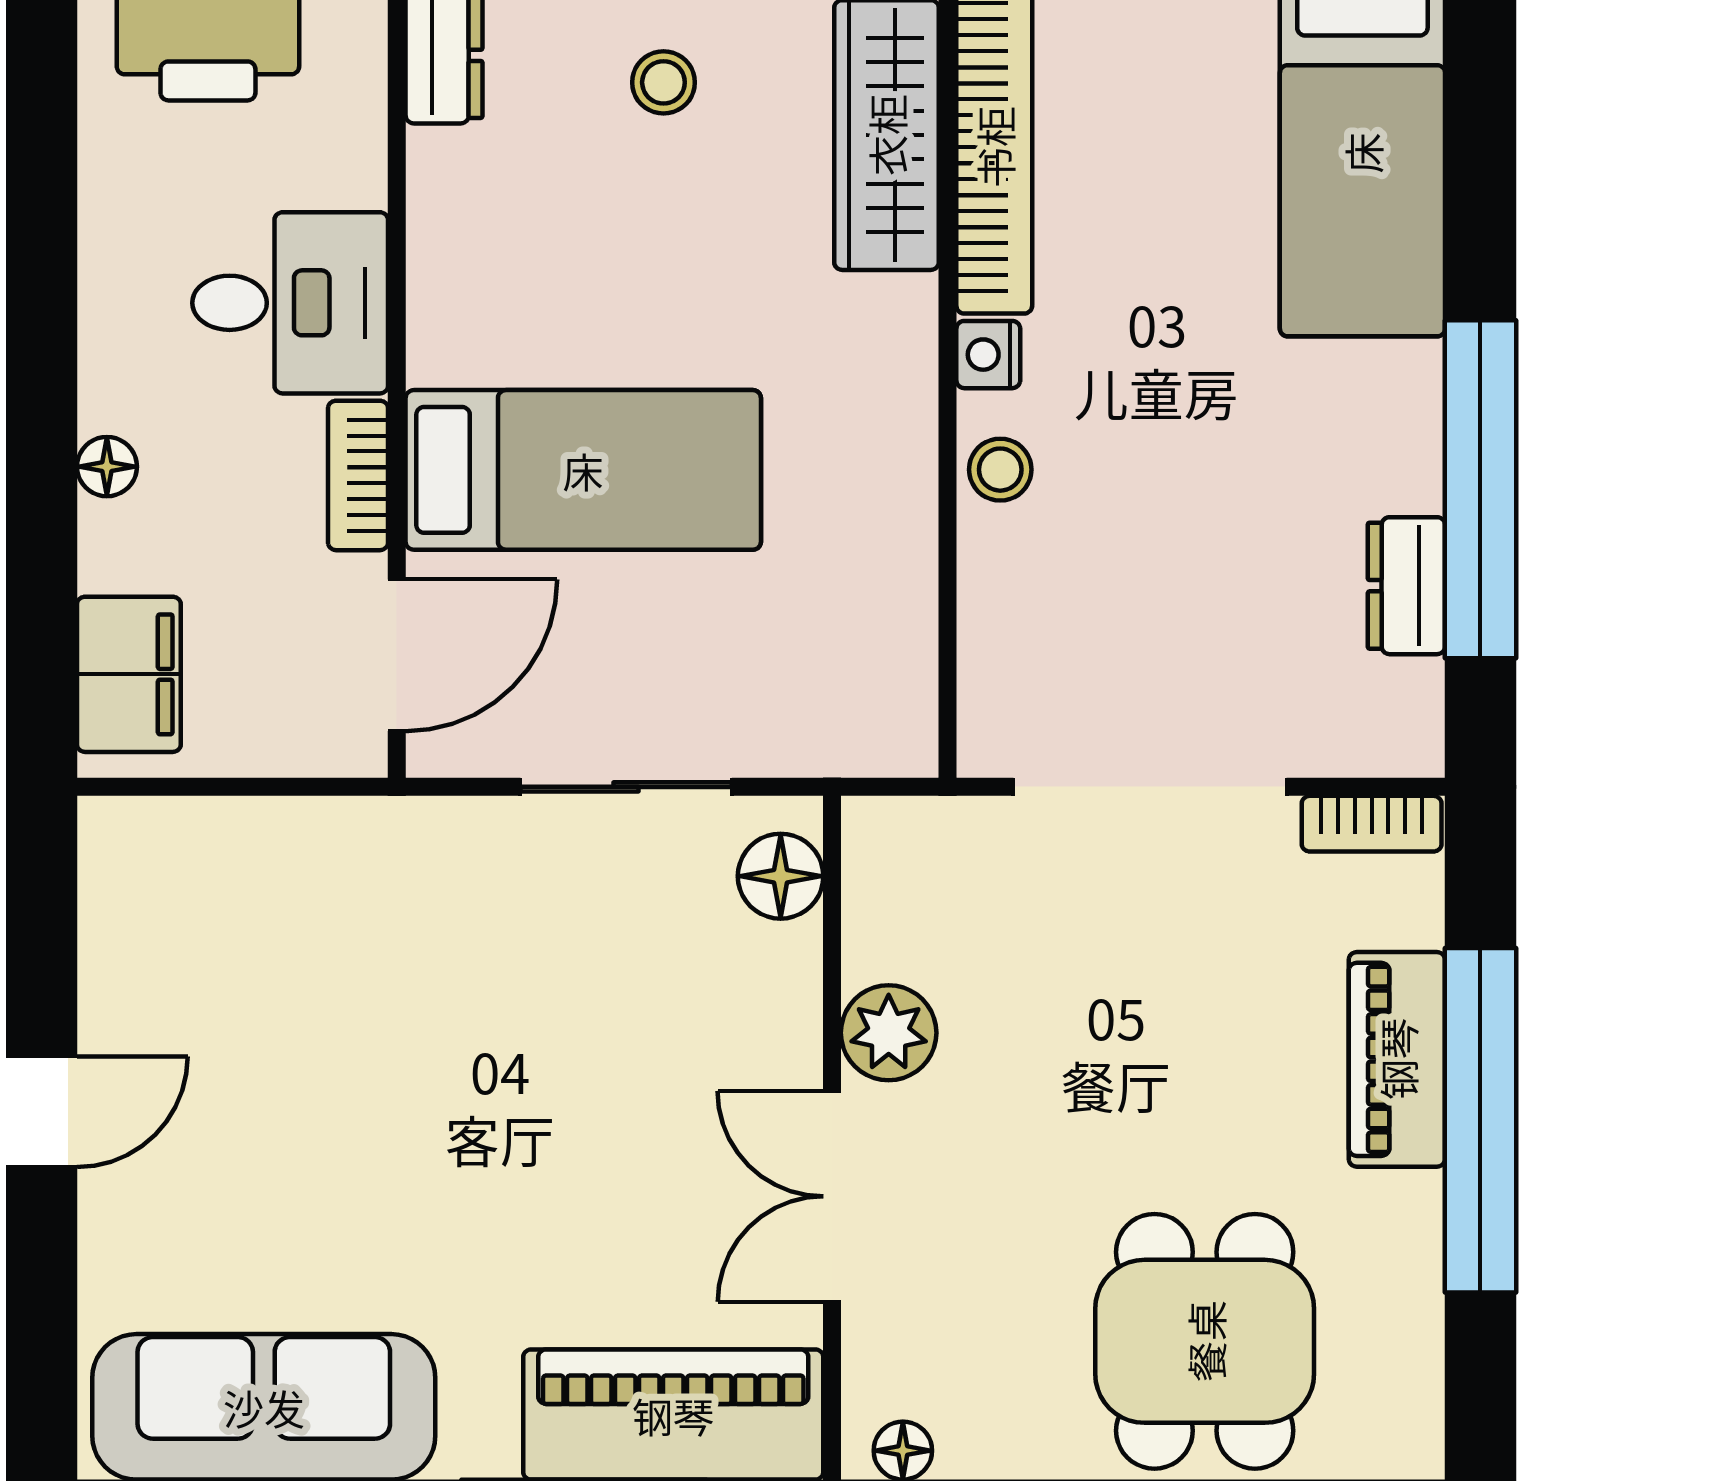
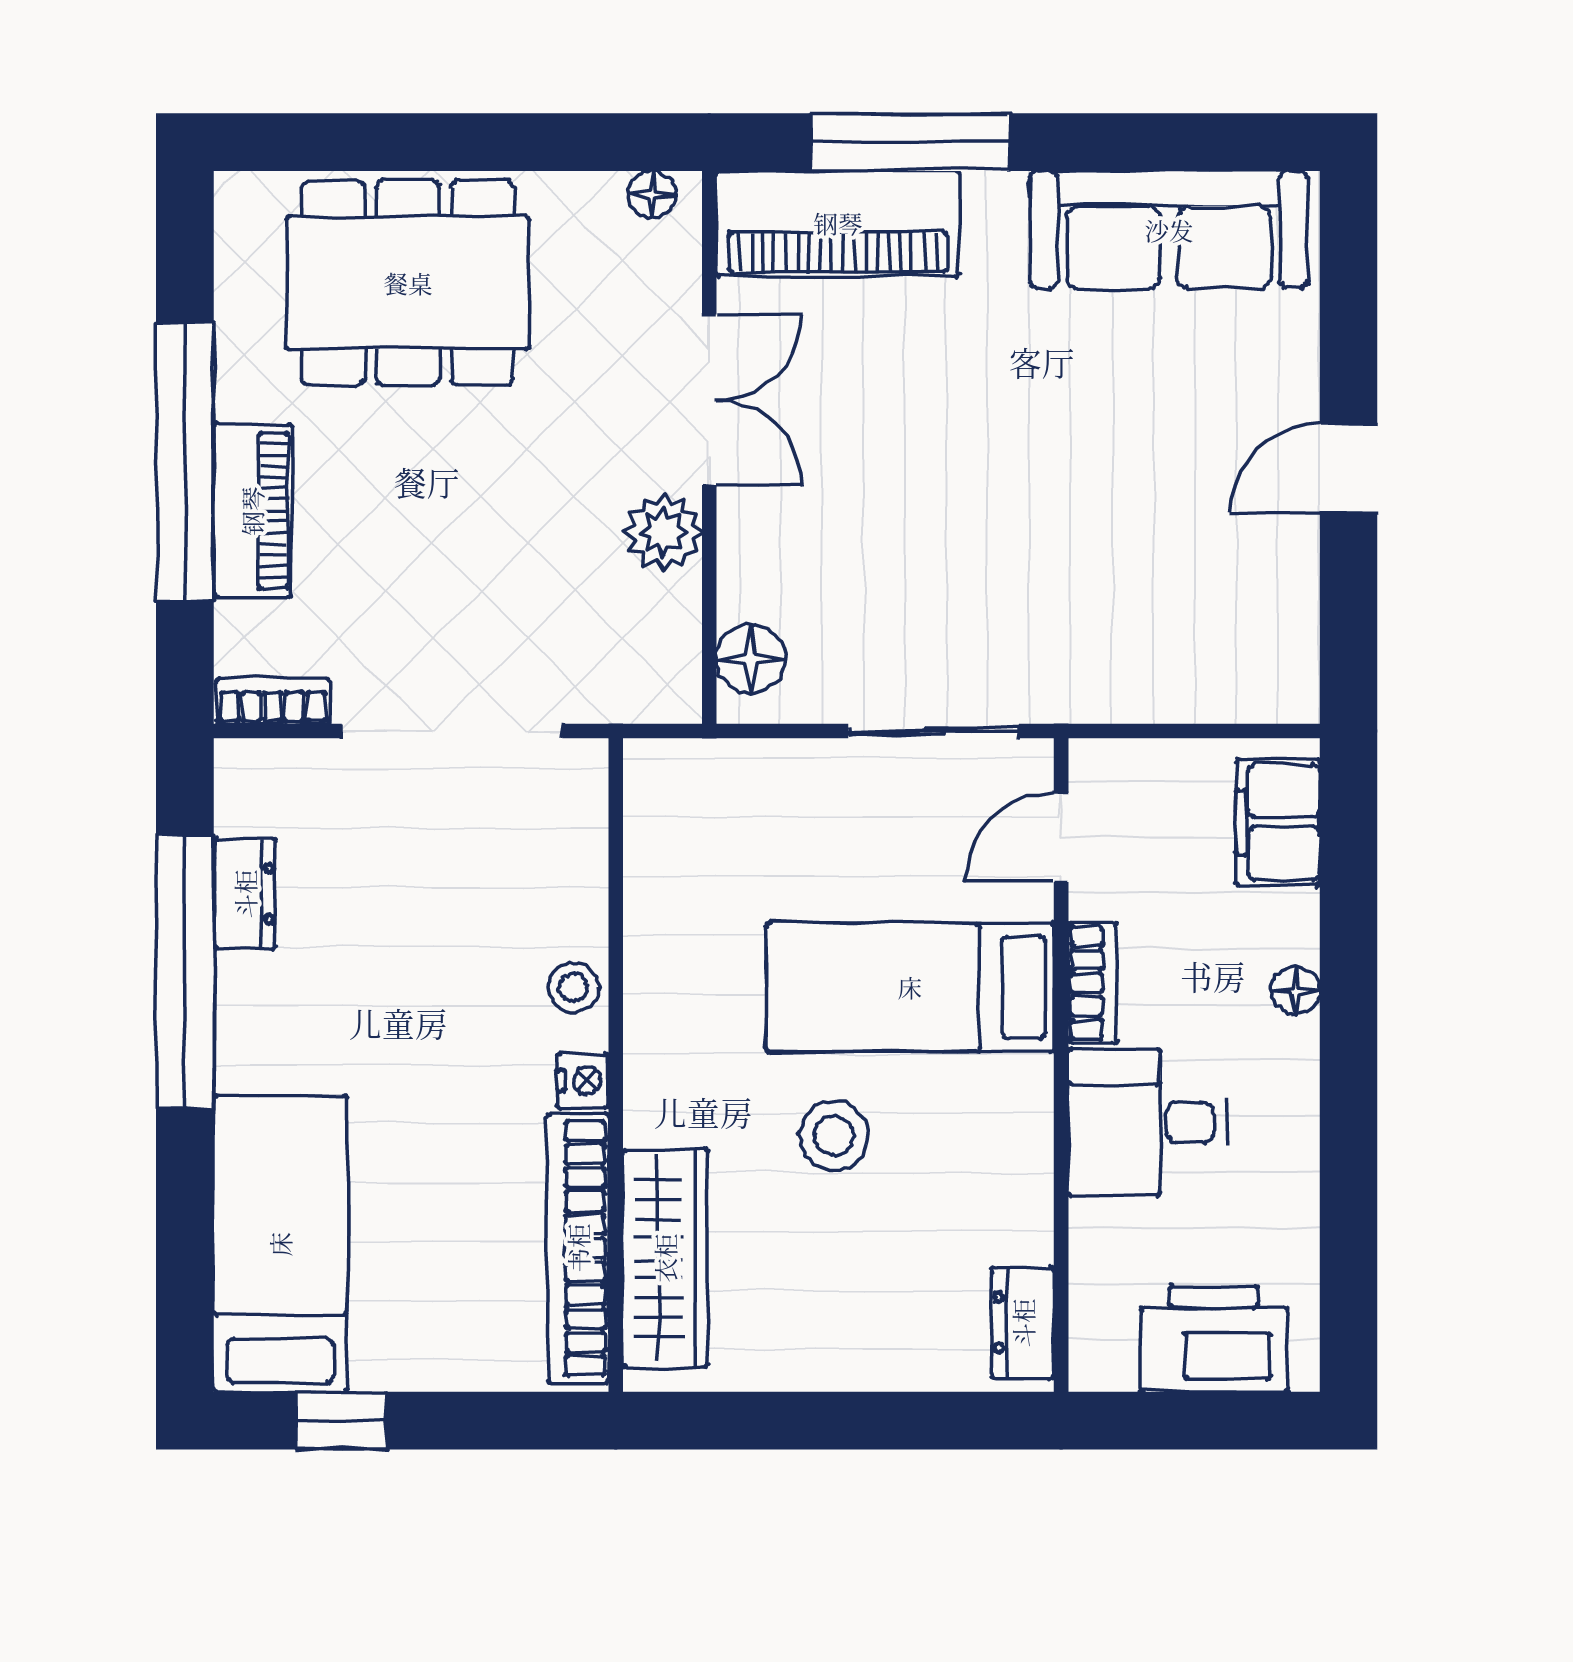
stool: (663, 82) -> (834, 1136), moved, width x1.37, depth x1.37
door: (397, 655) -> (1061, 837), width x0.73
sliding door: (626, 787) -> (934, 731), moved
dining table: (1205, 1341) -> (408, 283), width x1.38

